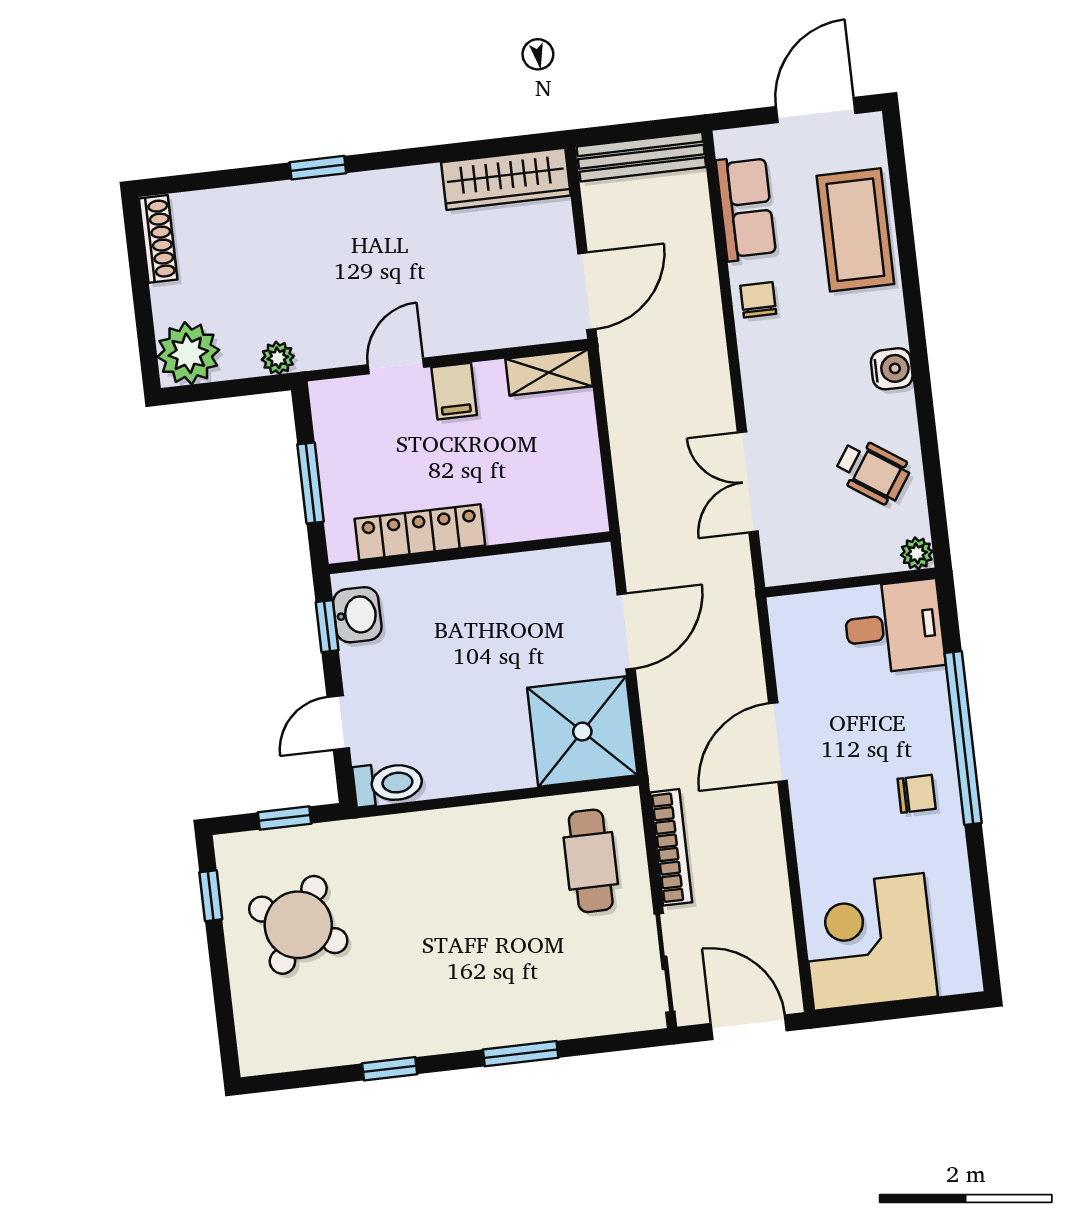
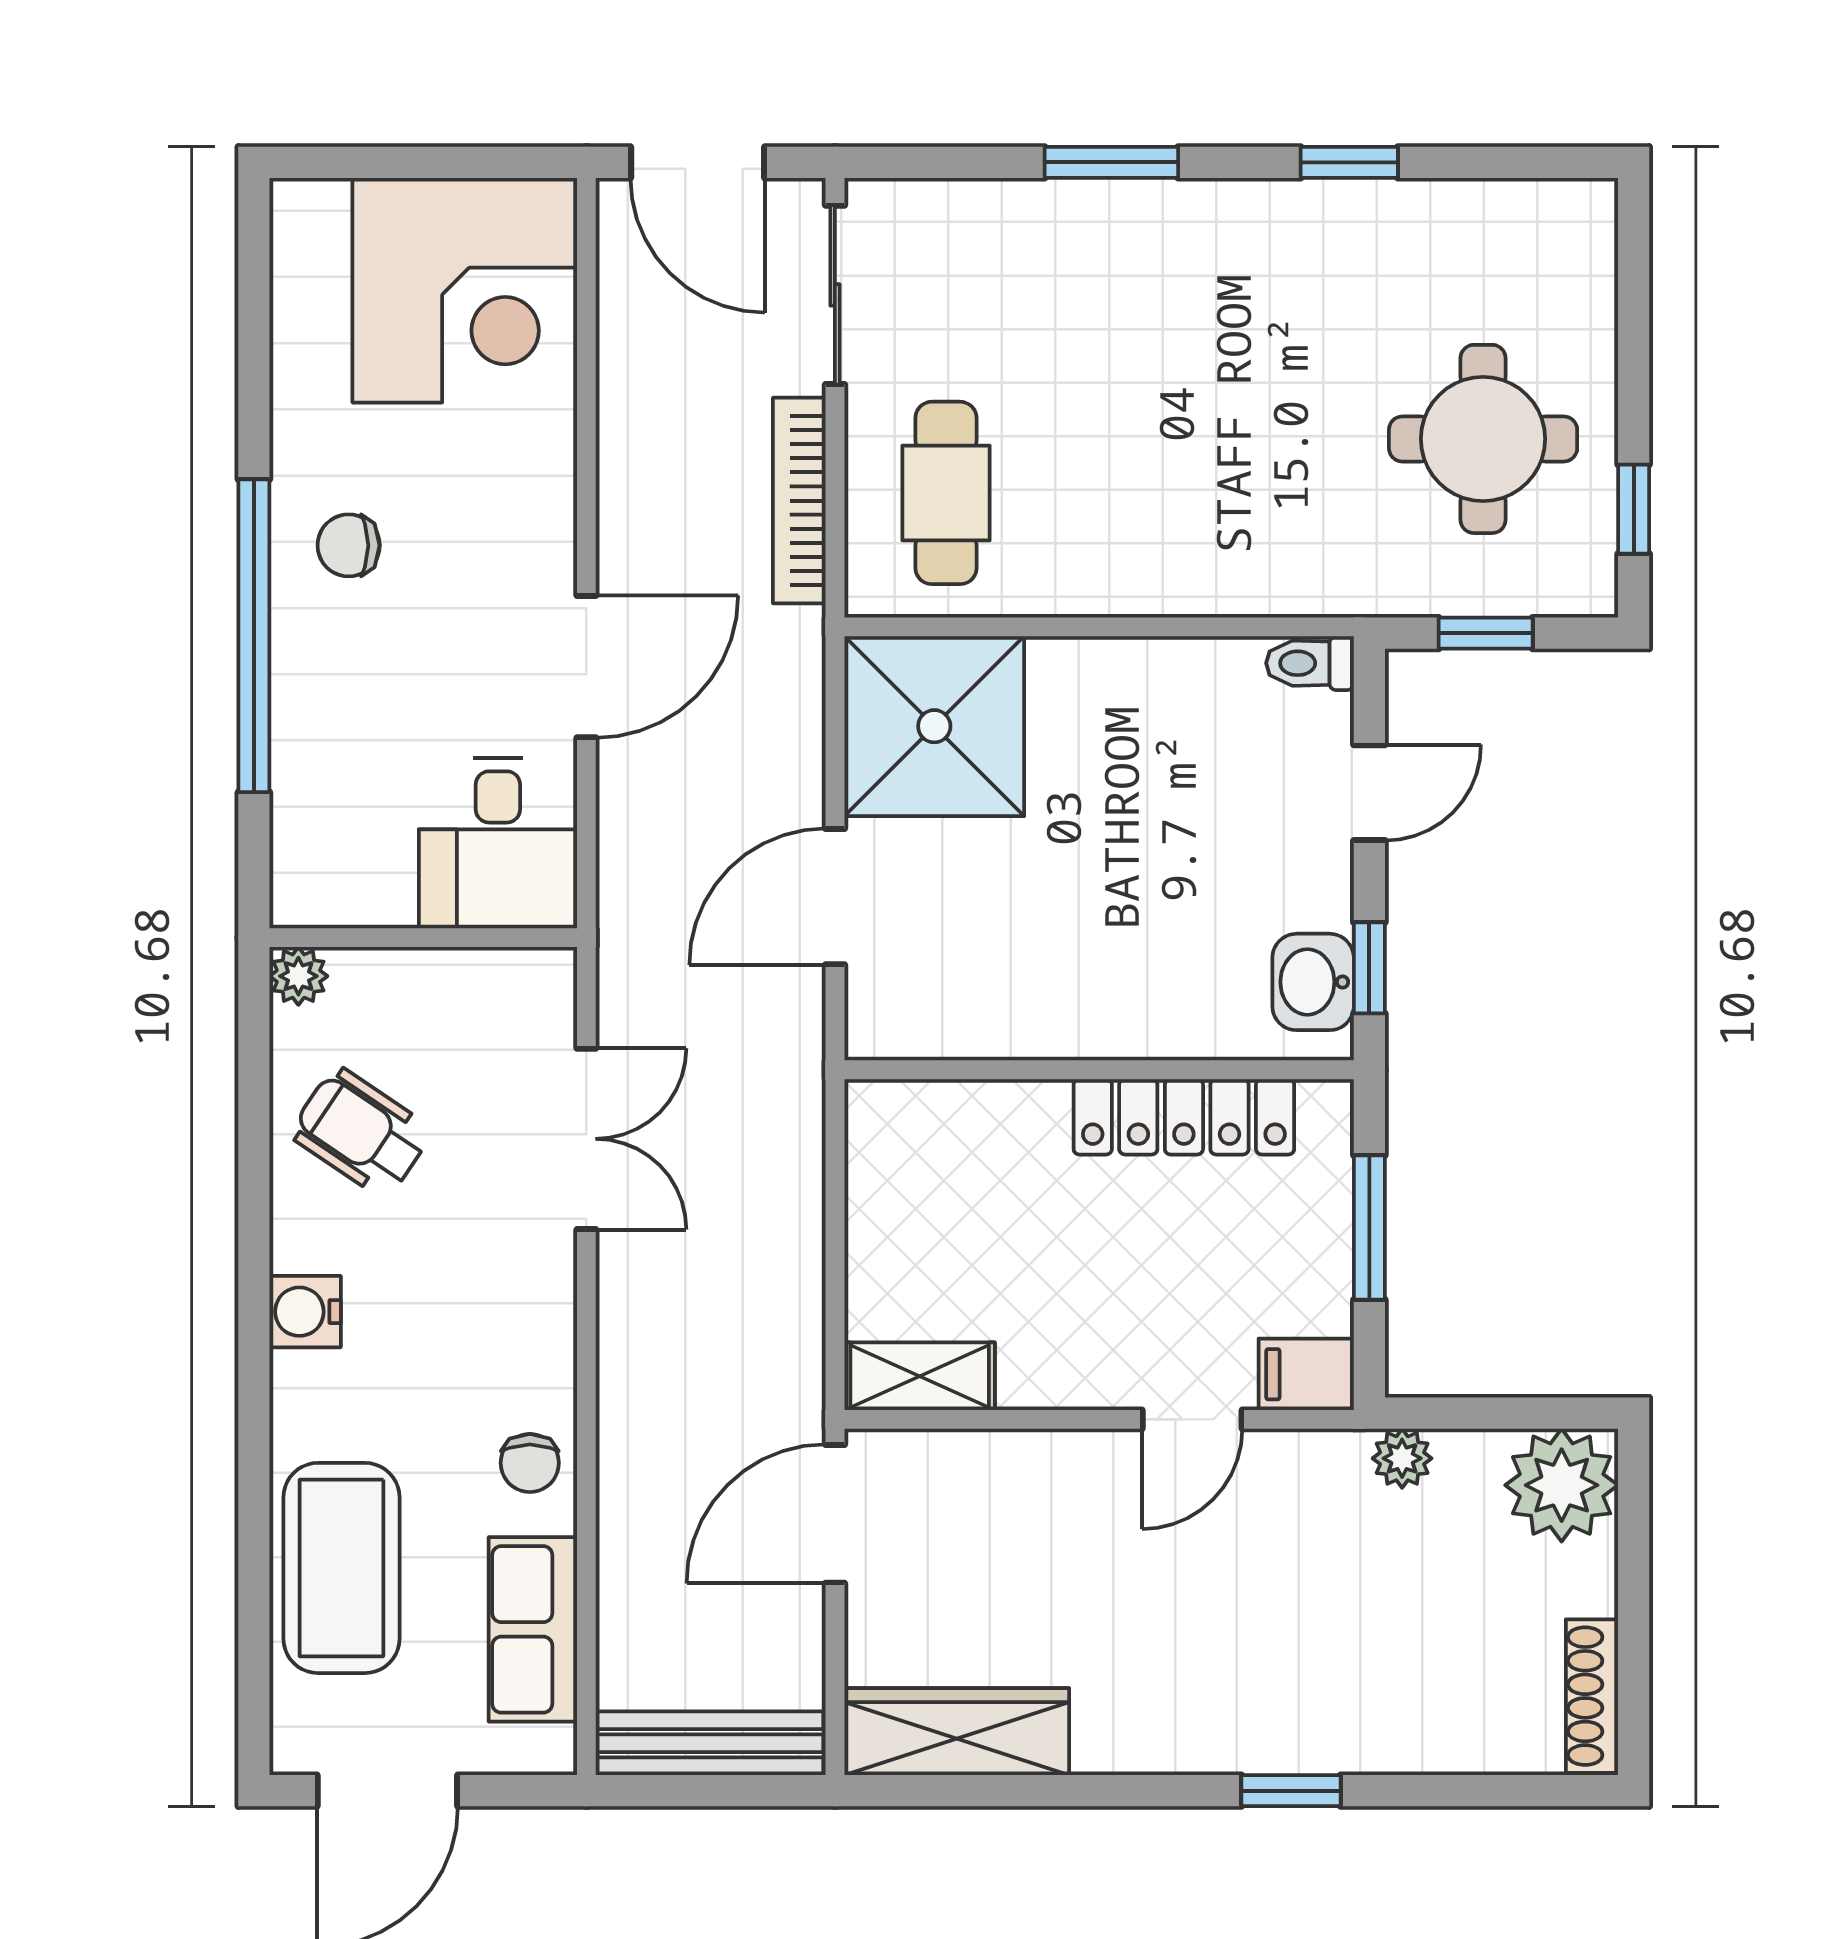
filing cabinet: (454, 391) -> (1306, 1374), moved, turned -90
desk: (894, 627) -> (498, 843), moved, turned -90
toilet: (388, 784) -> (1310, 663), width x0.73, depth x0.72
round table: (298, 925) -> (1483, 439), turned -30

